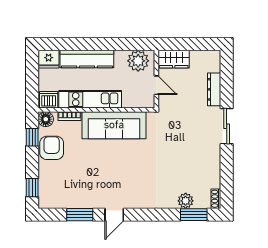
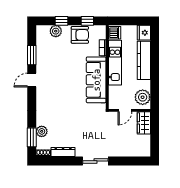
dresser: (214, 89) -> (63, 152), moved
floor lamp: (46, 119) -> (101, 31), removed
plant: (46, 181) -> (56, 31), added
window: (32, 188) -> (61, 21), moved
door: (114, 215) -> (32, 80), hinge flipped

